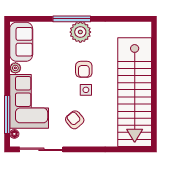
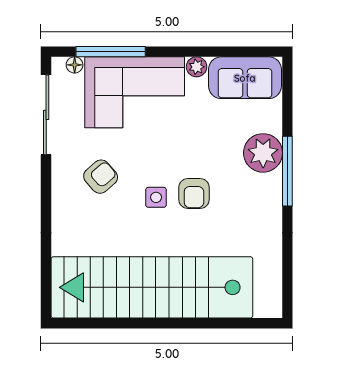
plant: (80, 32) -> (263, 153), moved
armchair: (84, 69) -> (194, 193), turned -90

